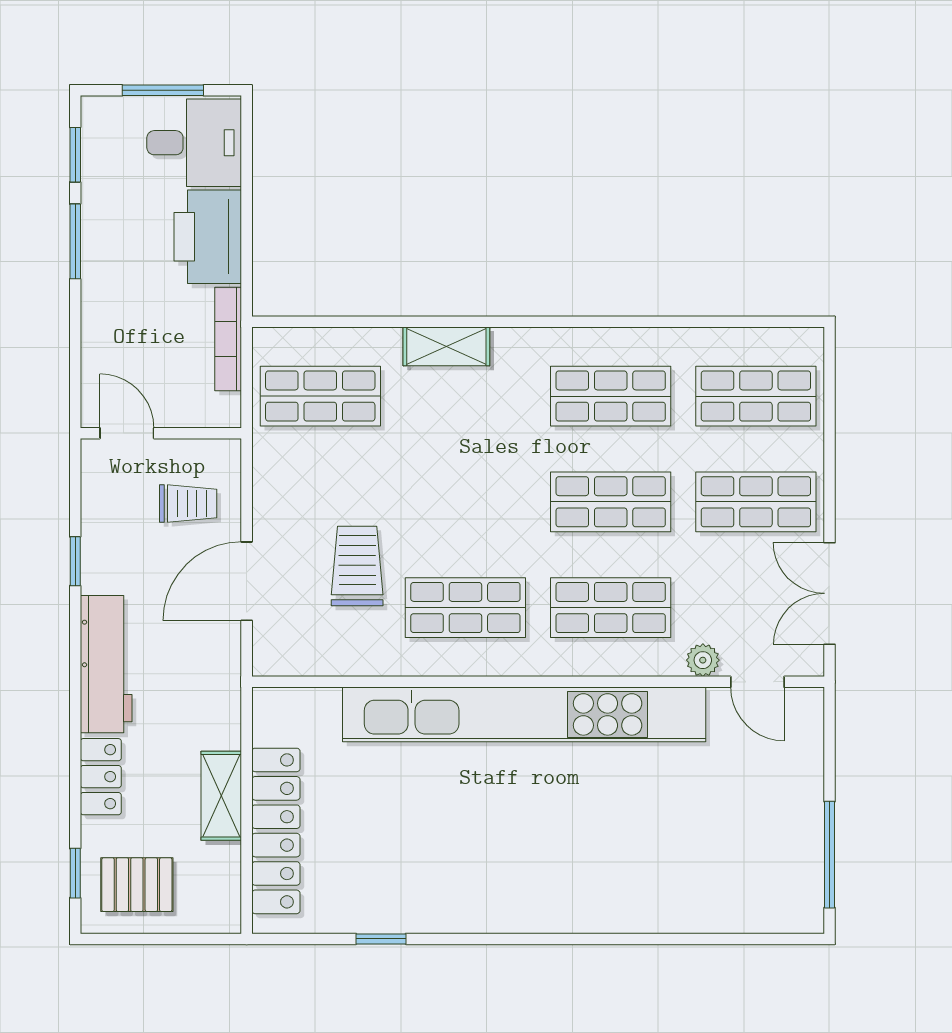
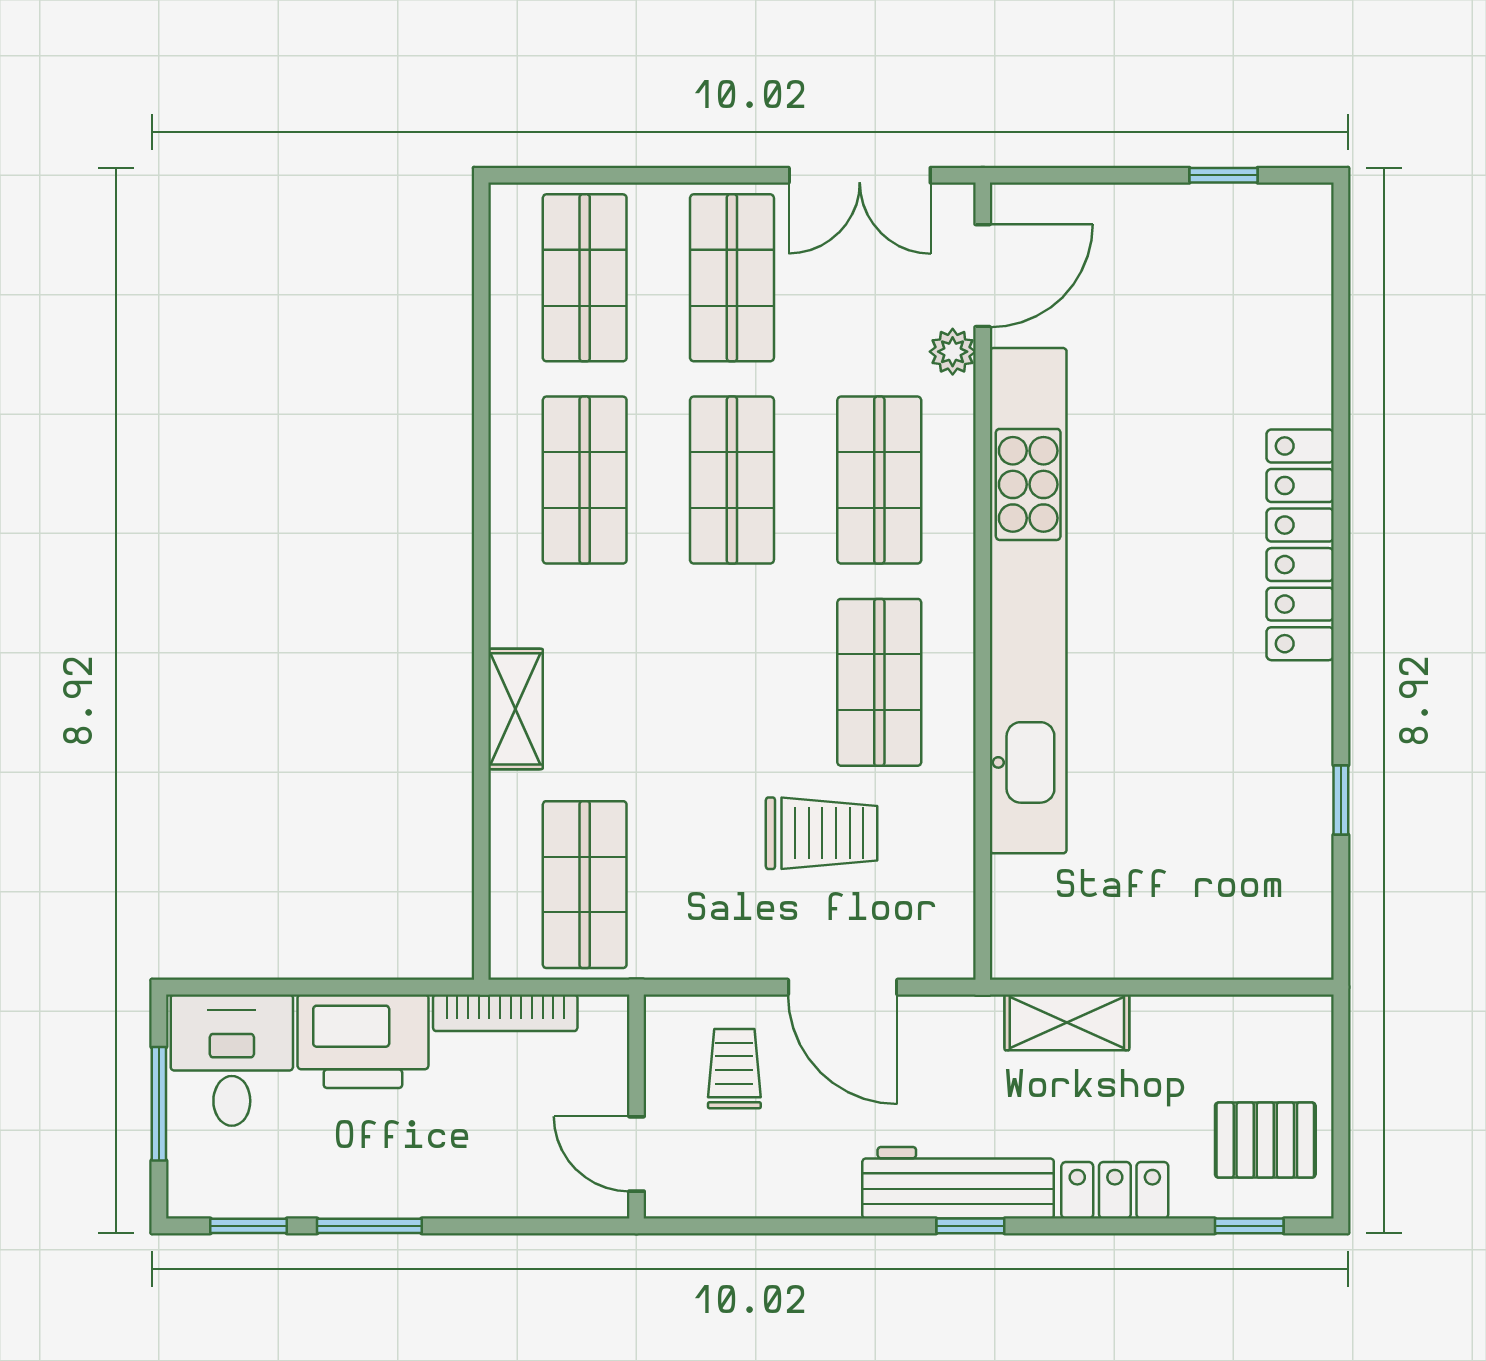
door: (127, 433) -> (636, 1154), hinge flipped
window: (75, 561) -> (970, 1226), moved
trolley: (357, 566) -> (822, 833), turned 180
door: (757, 682) -> (983, 276), width x1.38
shelving: (221, 796) -> (1067, 1022), moved
locker: (276, 831) -> (1300, 545), moved, turned -90
window: (829, 855) -> (1223, 175), width x0.46
pallet: (137, 885) -> (1265, 1140), turned 90

